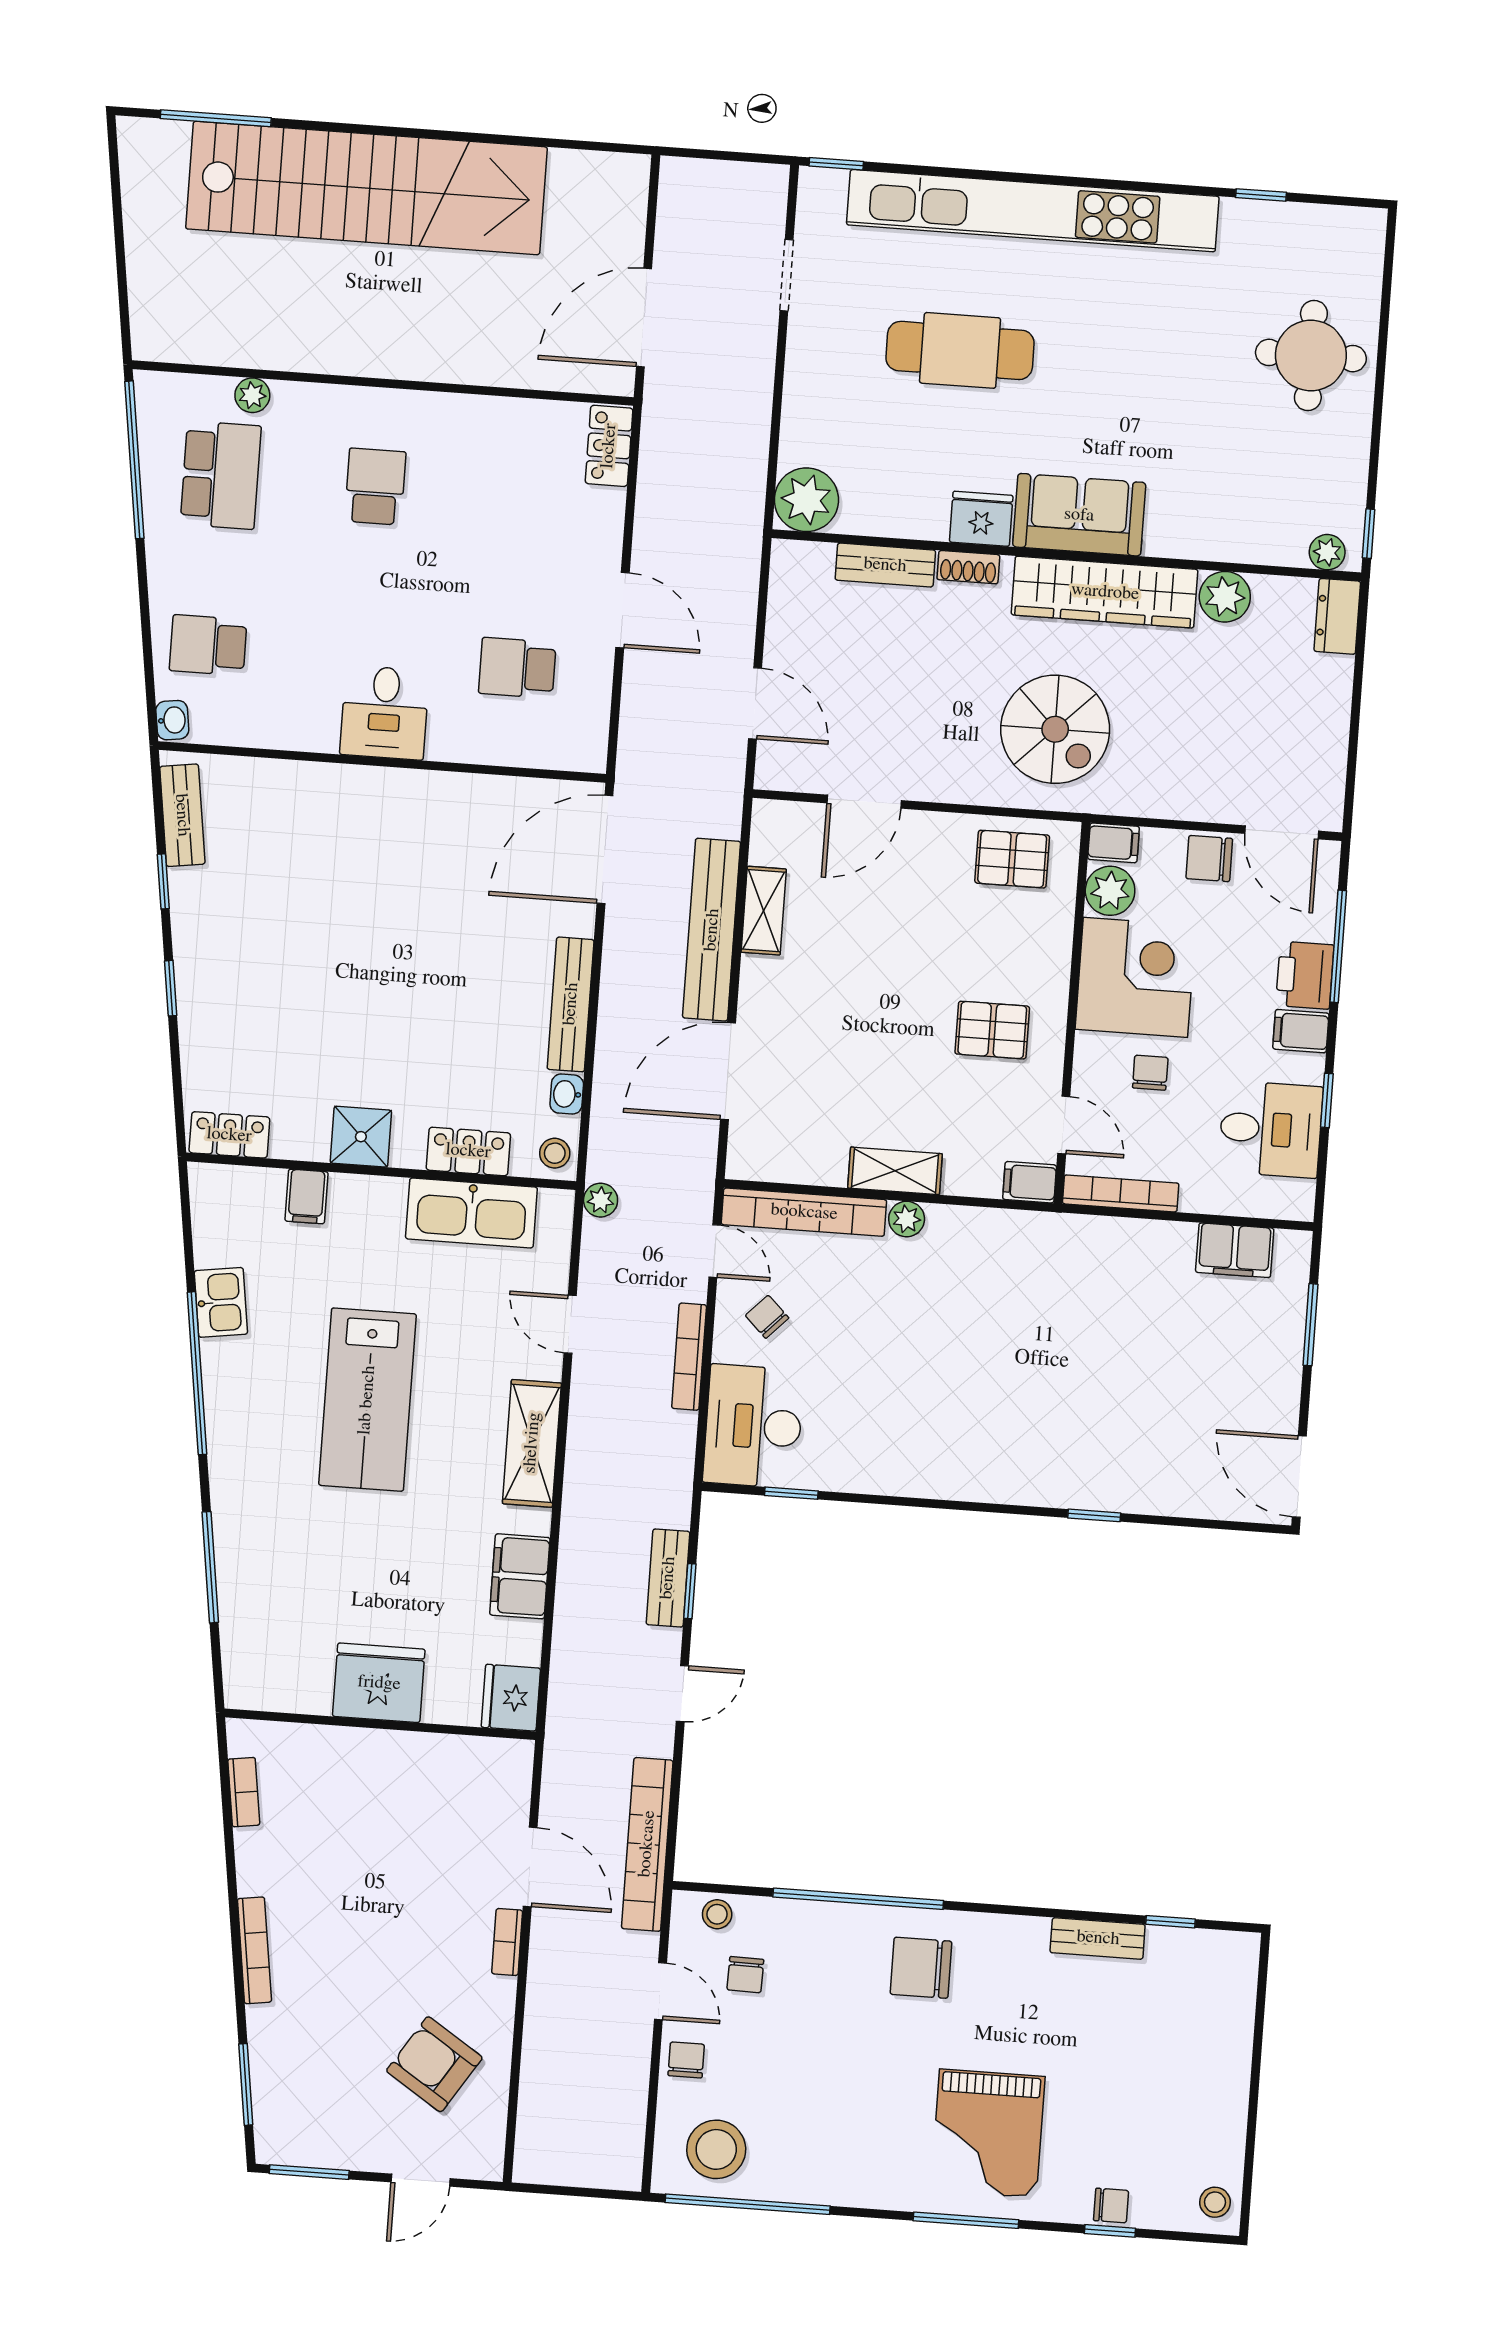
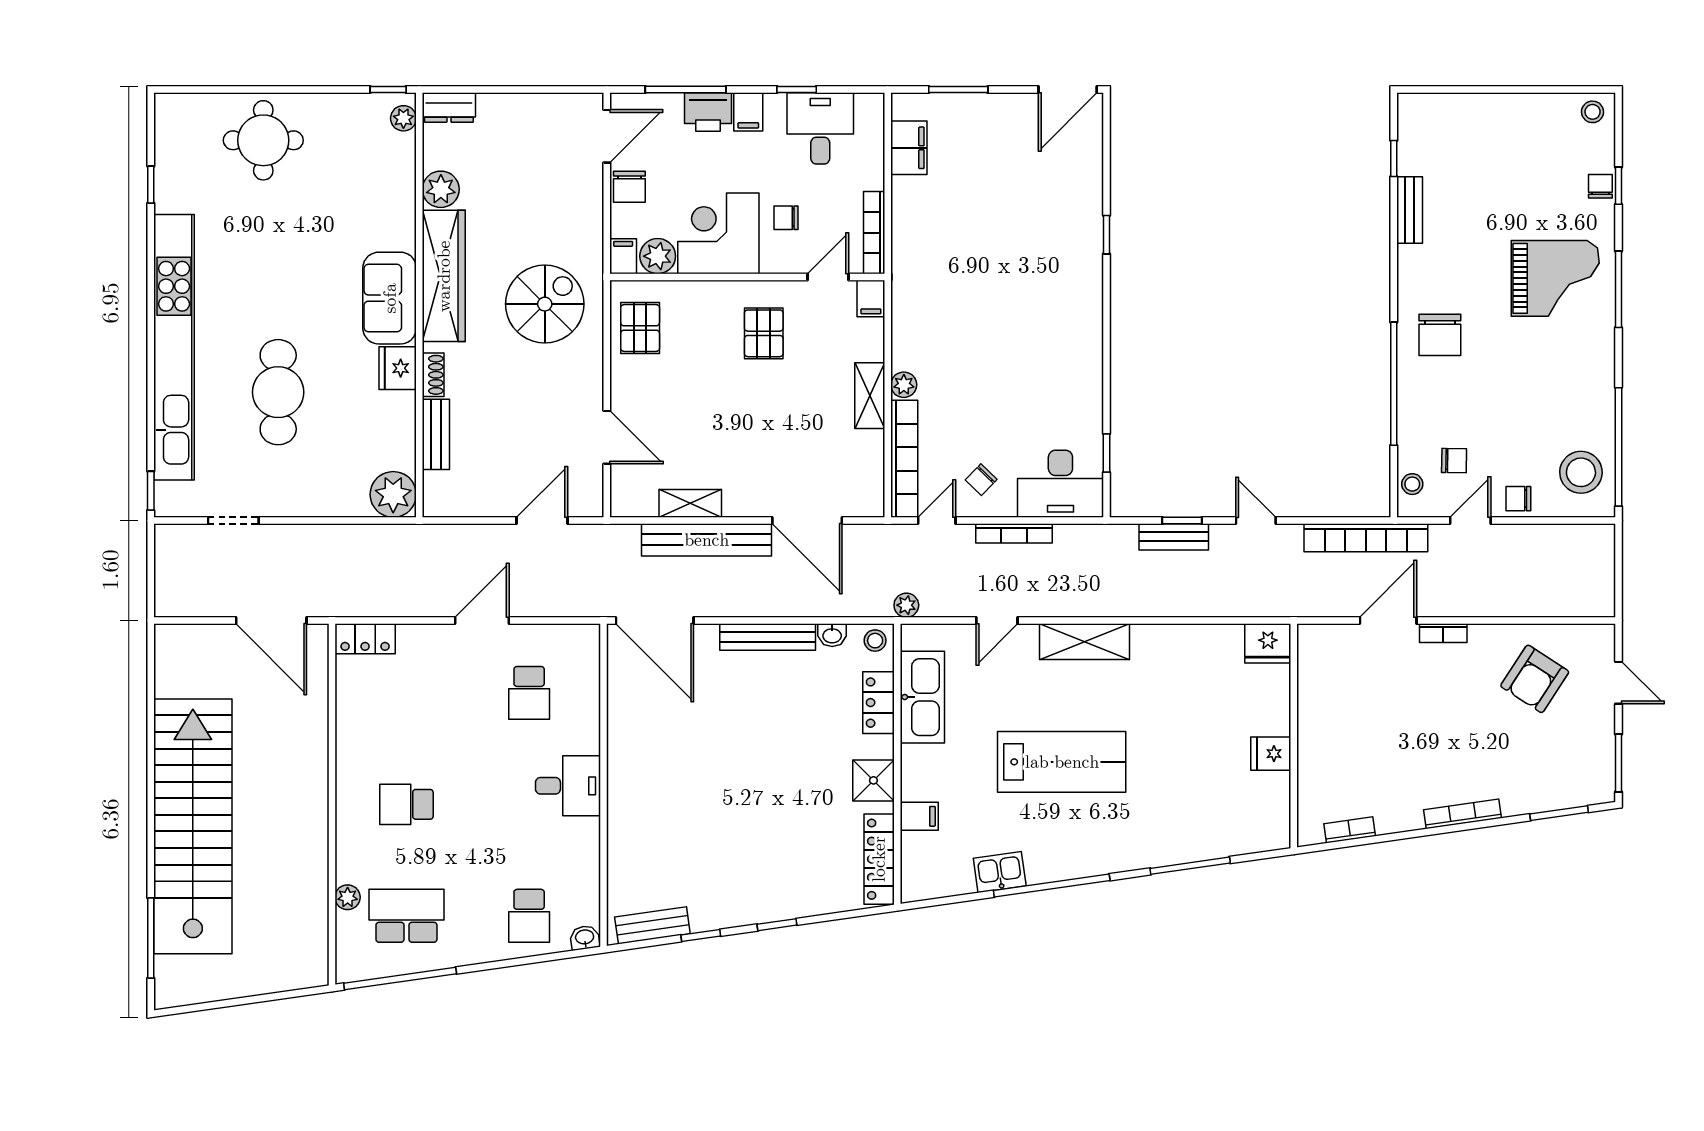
locker: (229, 1135) -> (879, 859), width x1.53
filing cabinet: (520, 1576) -> (1180, 643), removed
fridge: (379, 1683) -> (1271, 754), width x0.53, depth x0.75

